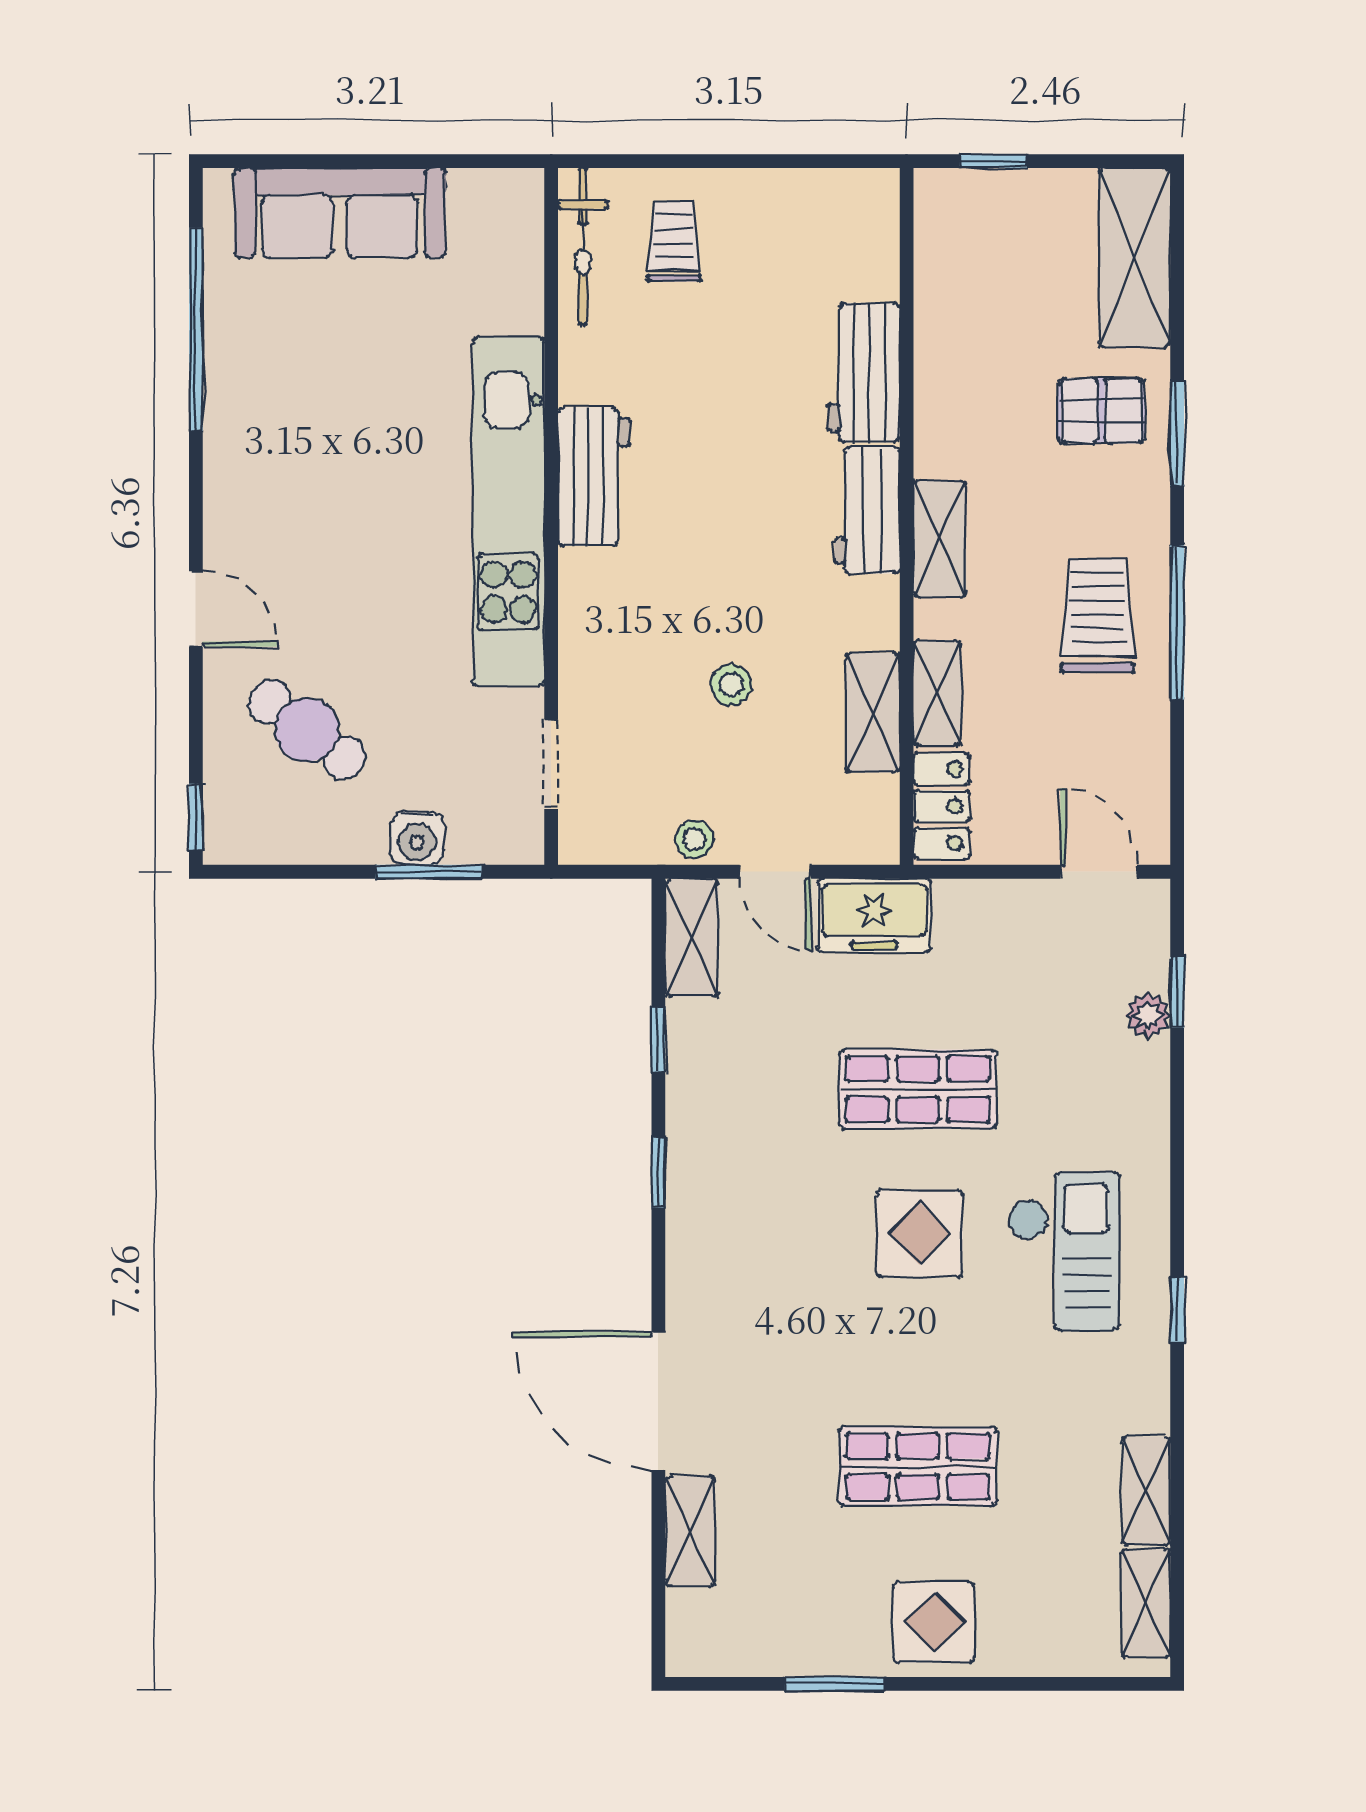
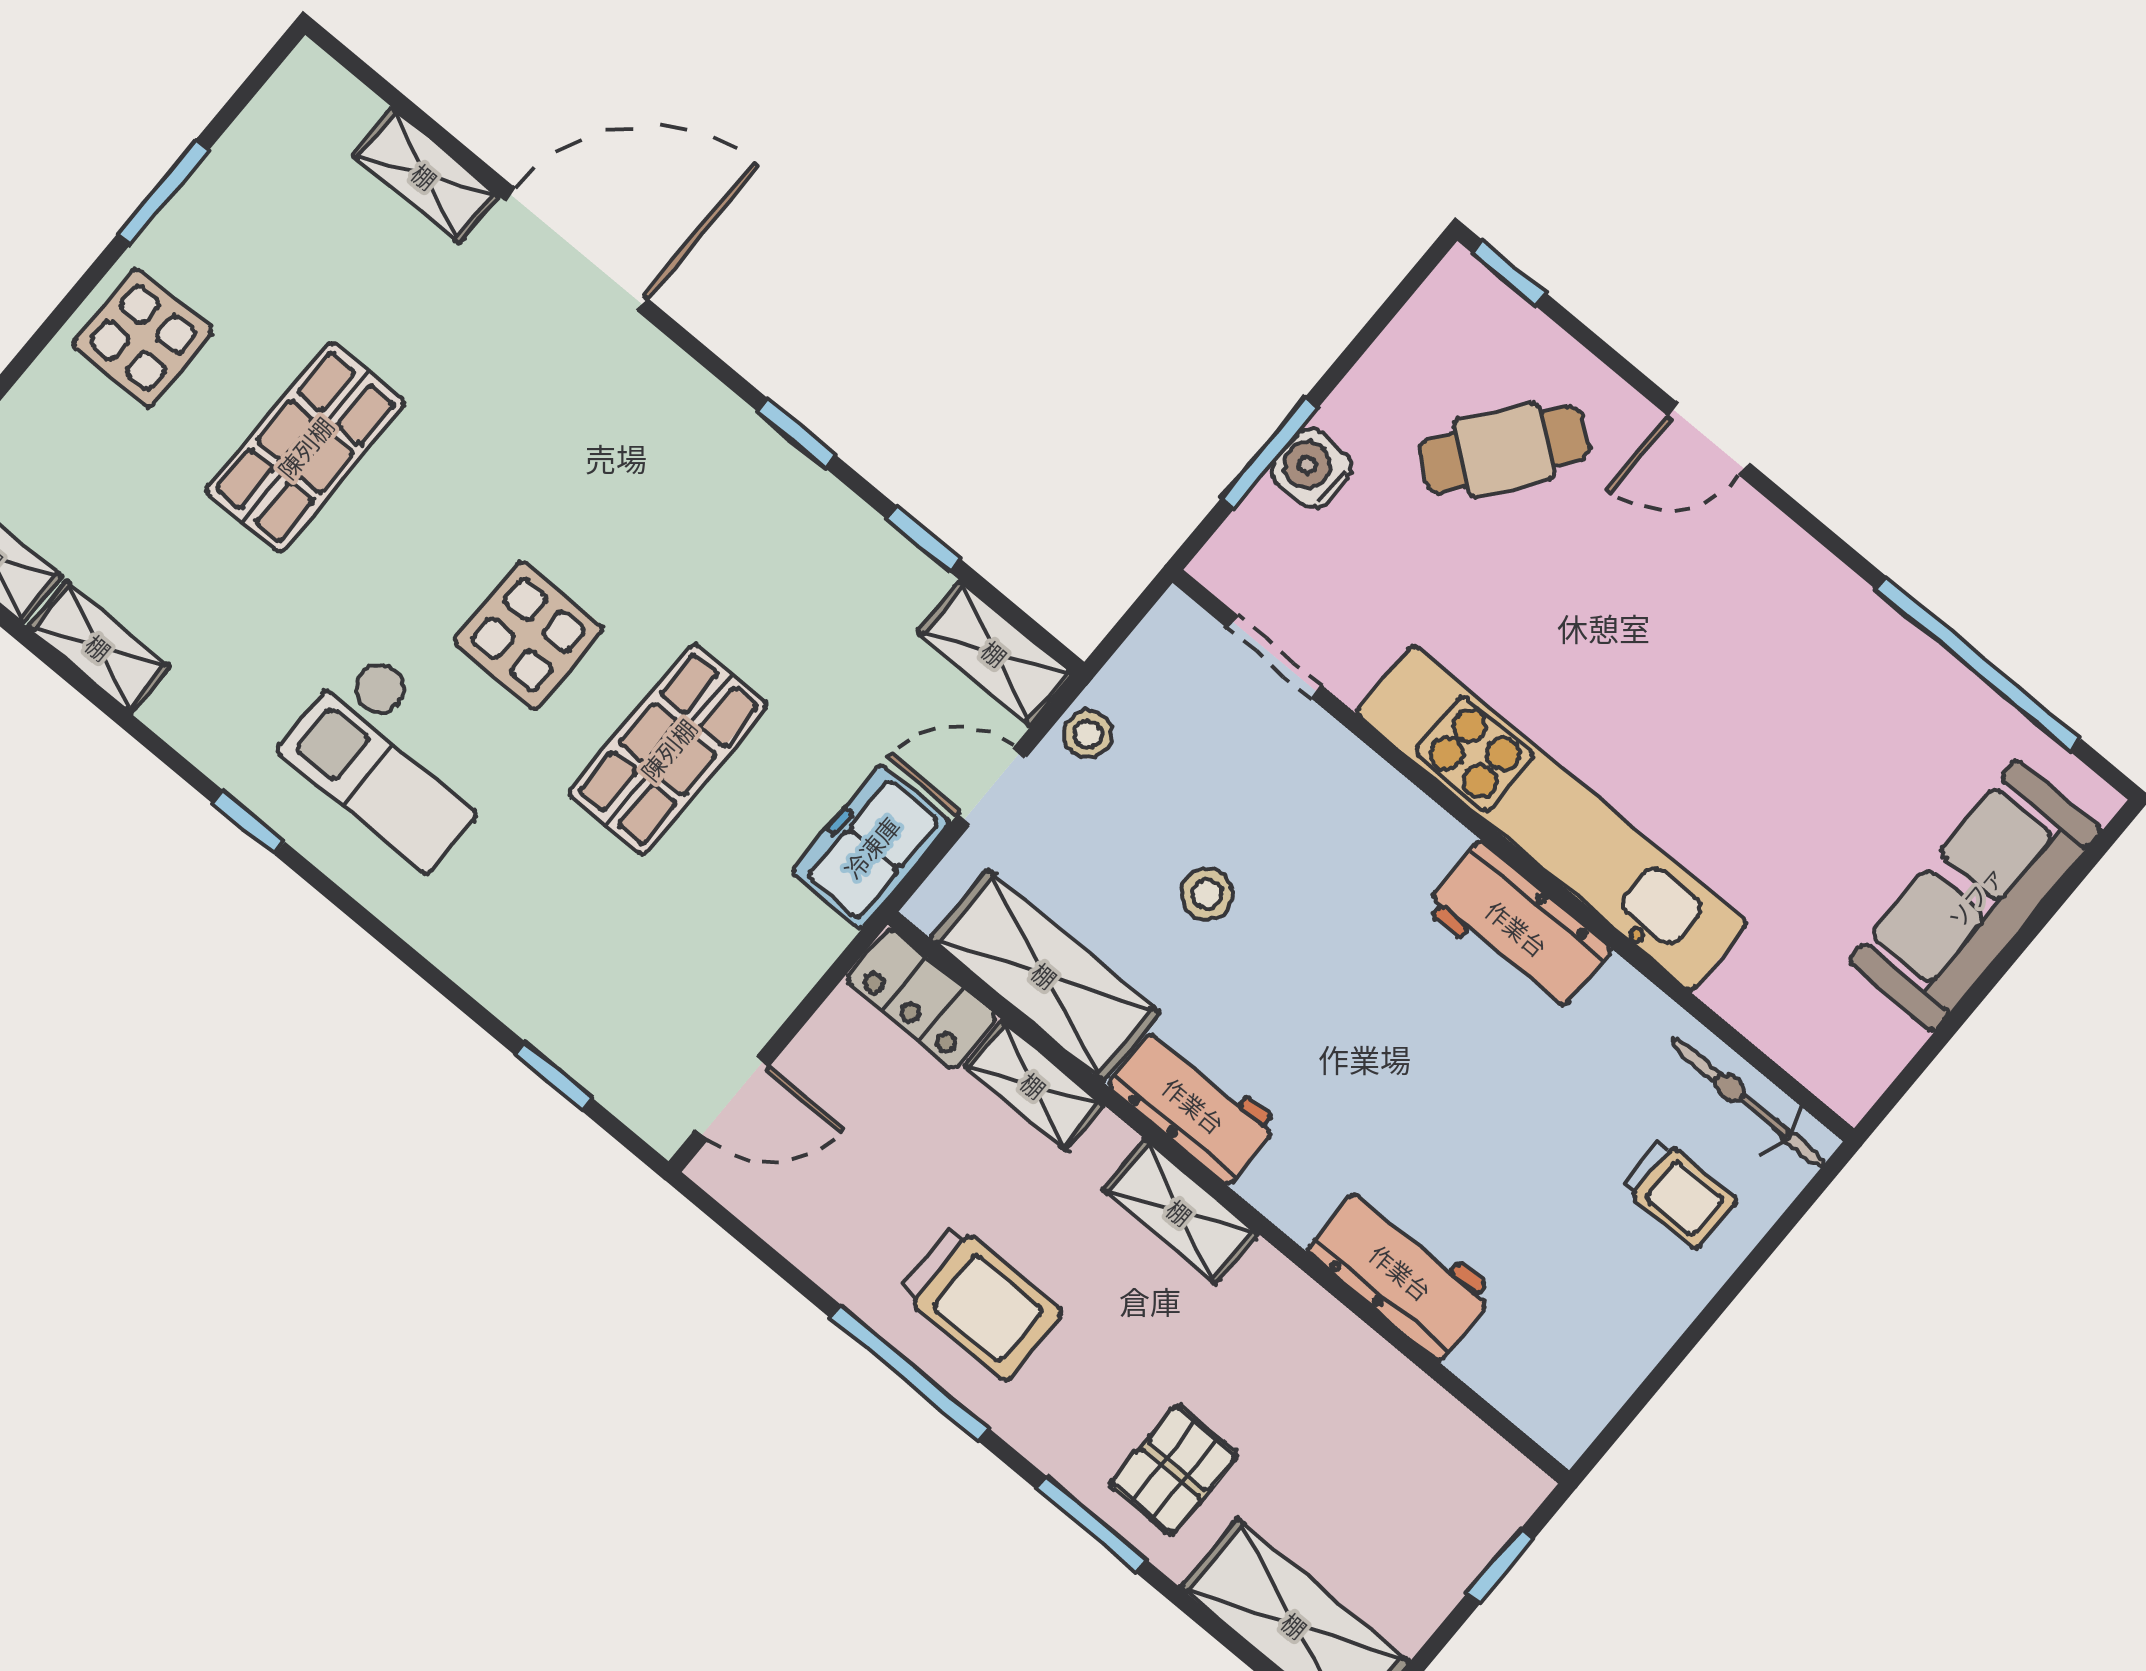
workbench: (867, 510) -> (1194, 1105), moved
shelving: (873, 713) -> (1045, 975), width x1.50, depth x1.33
plant: (1148, 1015) -> (555, 1030), removed

